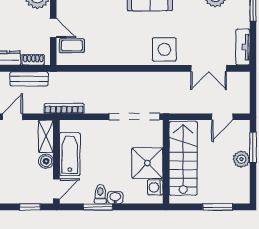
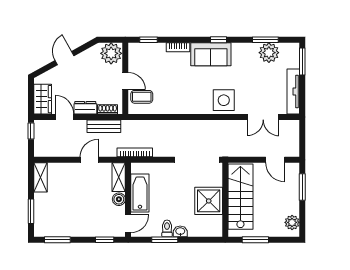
tv unit: (243, 47) -> (293, 91), width x1.41
door: (222, 117) -> (275, 160), hinge flipped
plant: (241, 159) -> (292, 222), moved
washing machine: (155, 187) -> (216, 222), removed
window: (218, 207) -> (255, 240), moved

